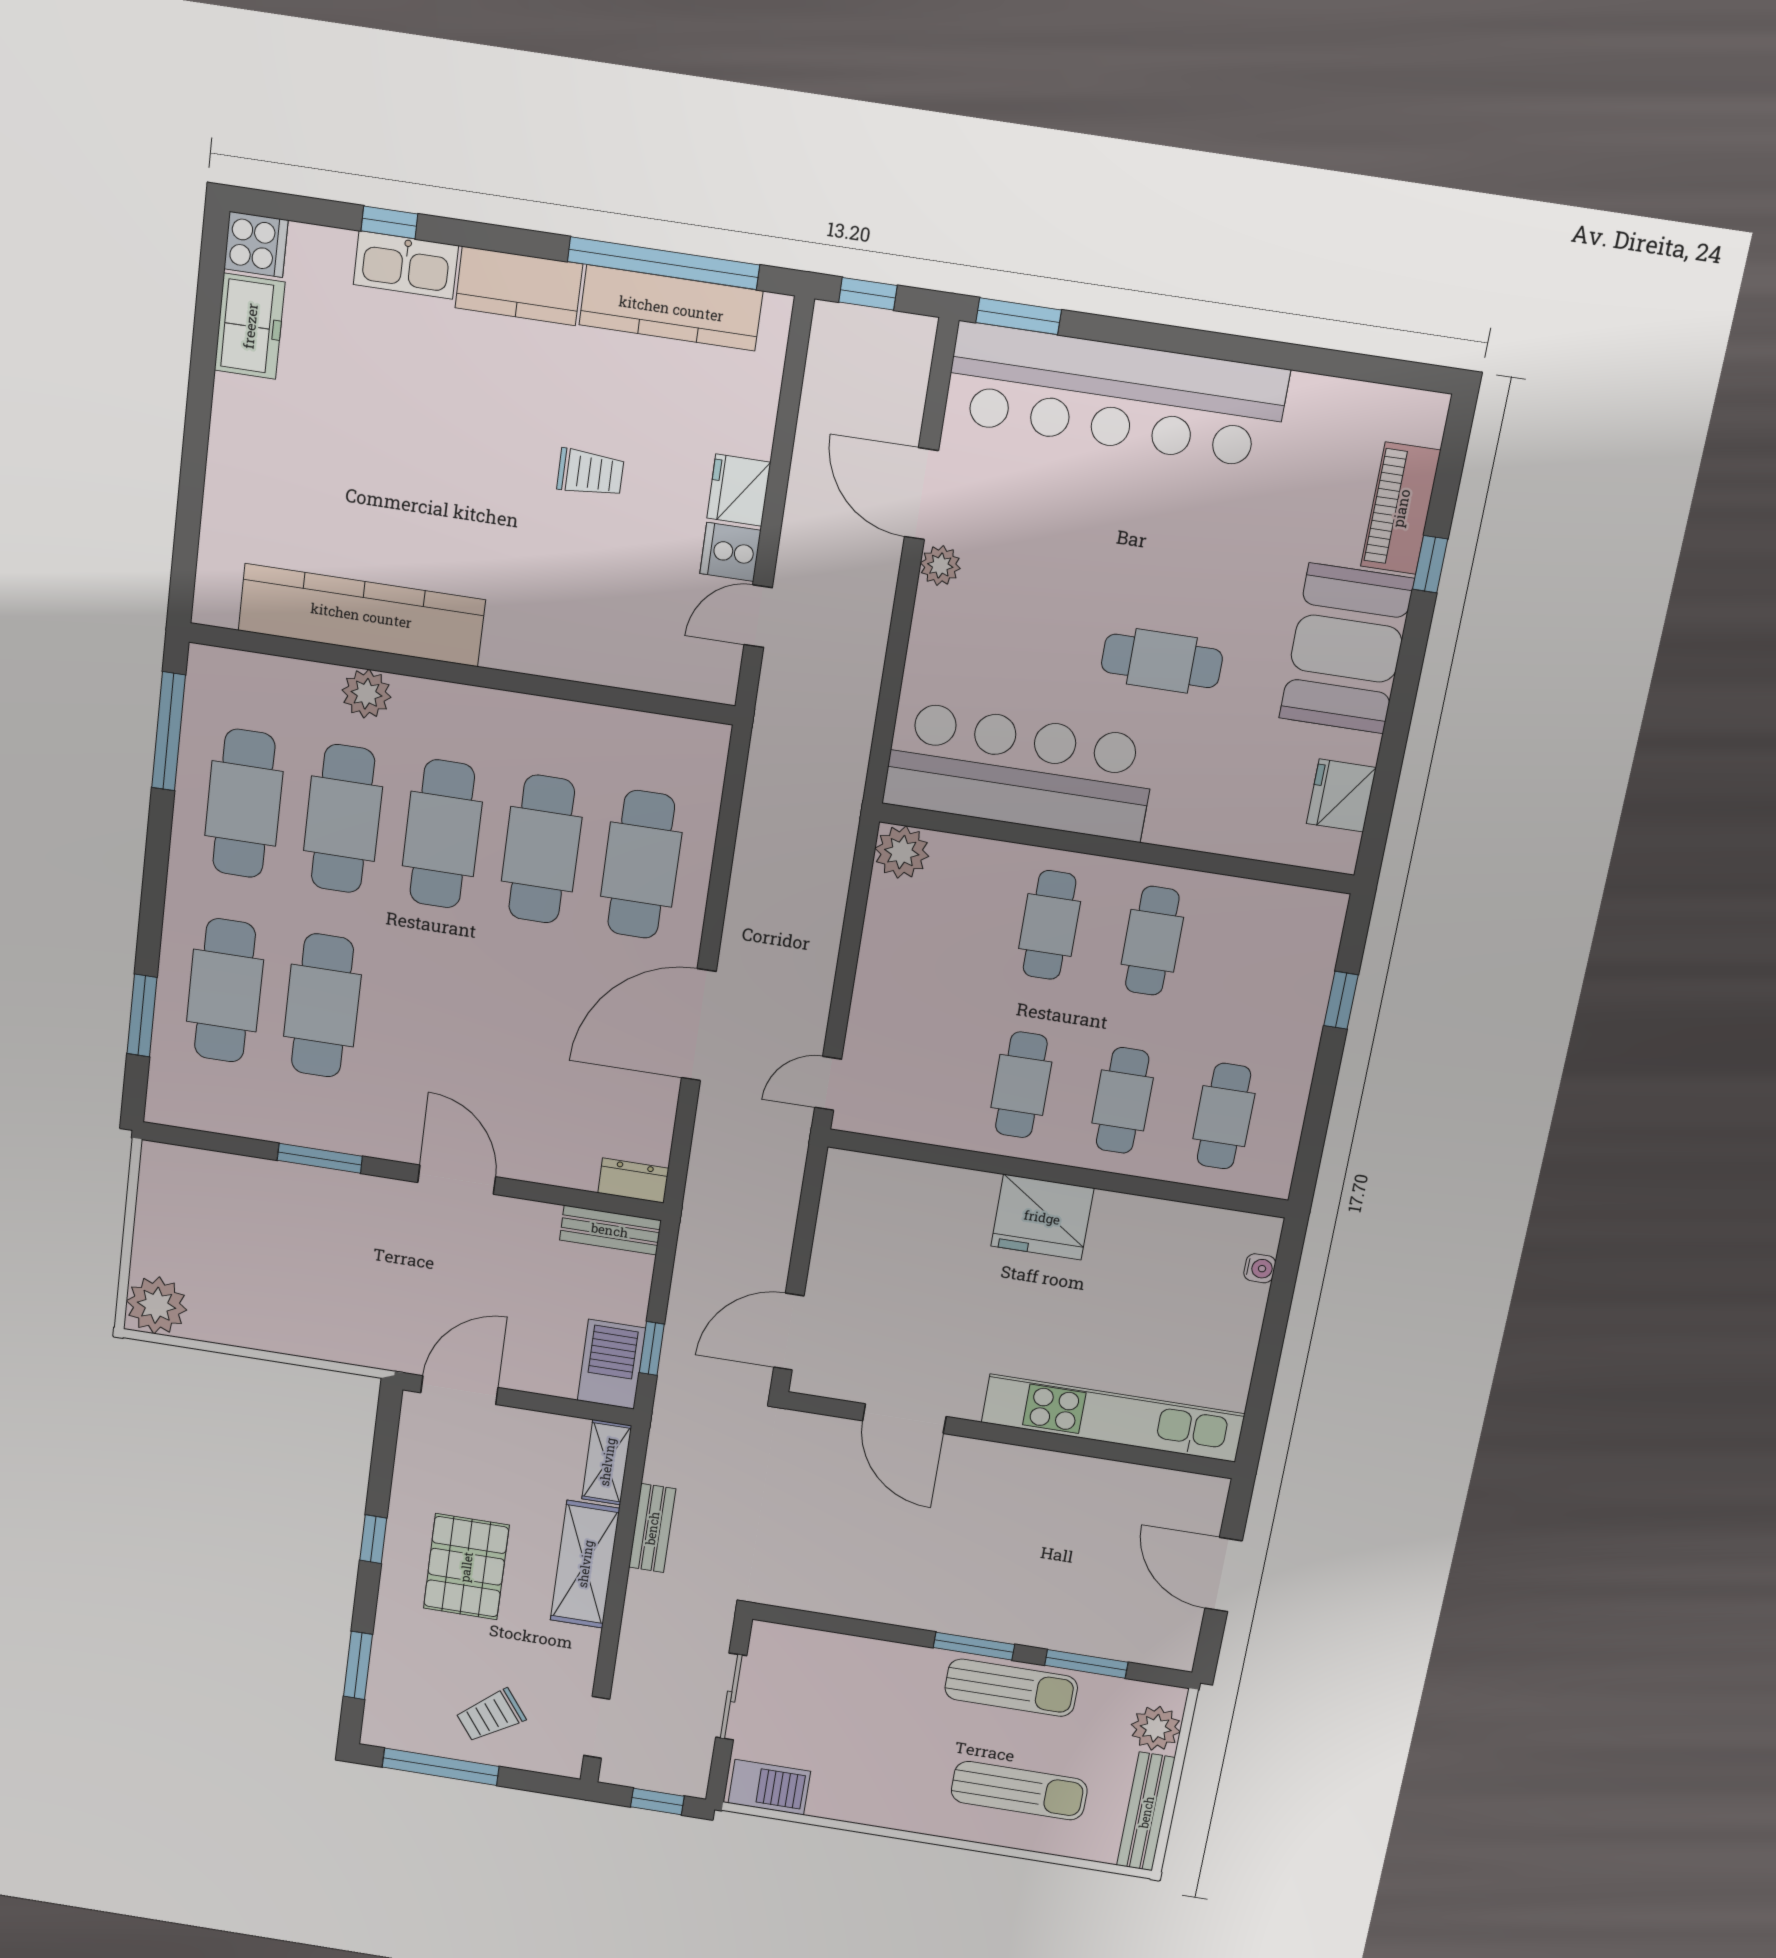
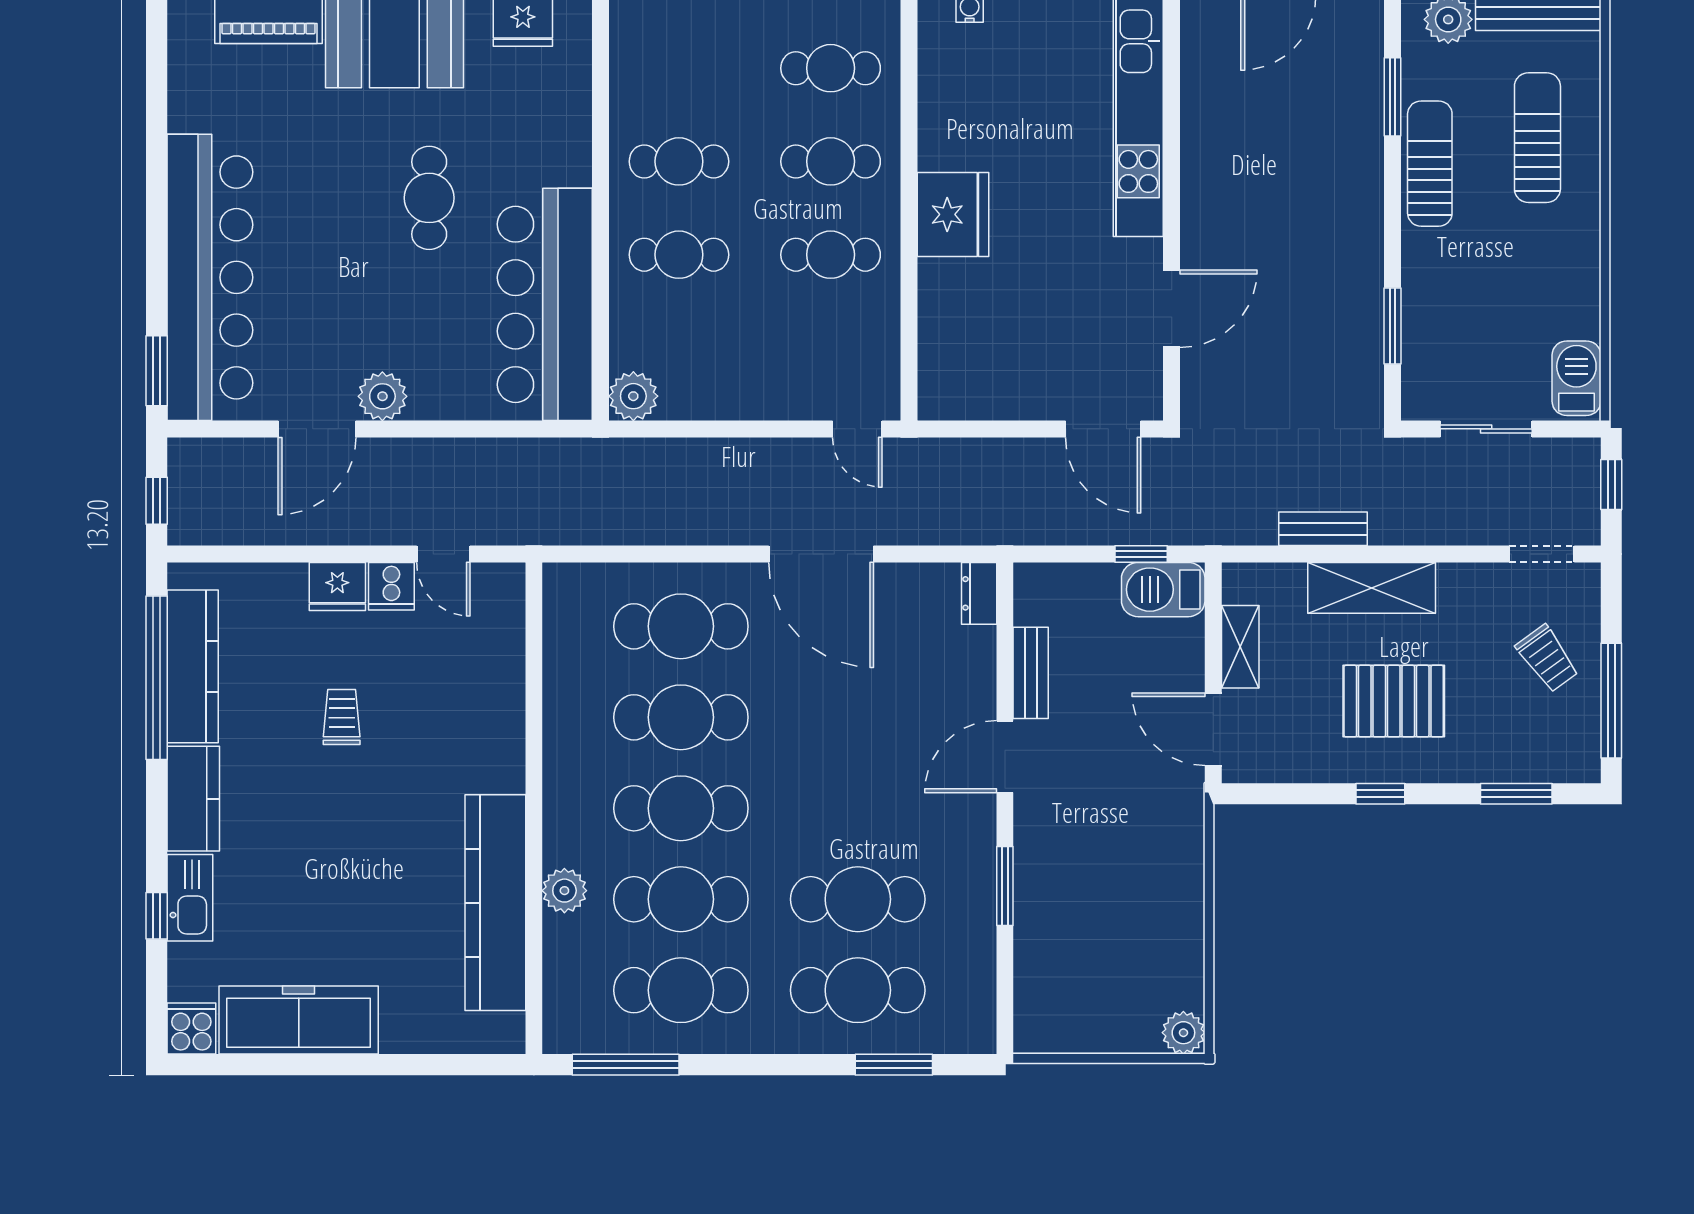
freezer: (250, 326) -> (299, 1020), width x1.91, depth x1.26
plant: (940, 566) -> (382, 396), width x1.38, depth x1.38
bench: (610, 1230) -> (1031, 673), moved
plant: (157, 1305) -> (1183, 1033), width x0.73, depth x0.73
shelving: (607, 1462) -> (1240, 647), moved, turned 90
window: (974, 1646) -> (1392, 326), moved

